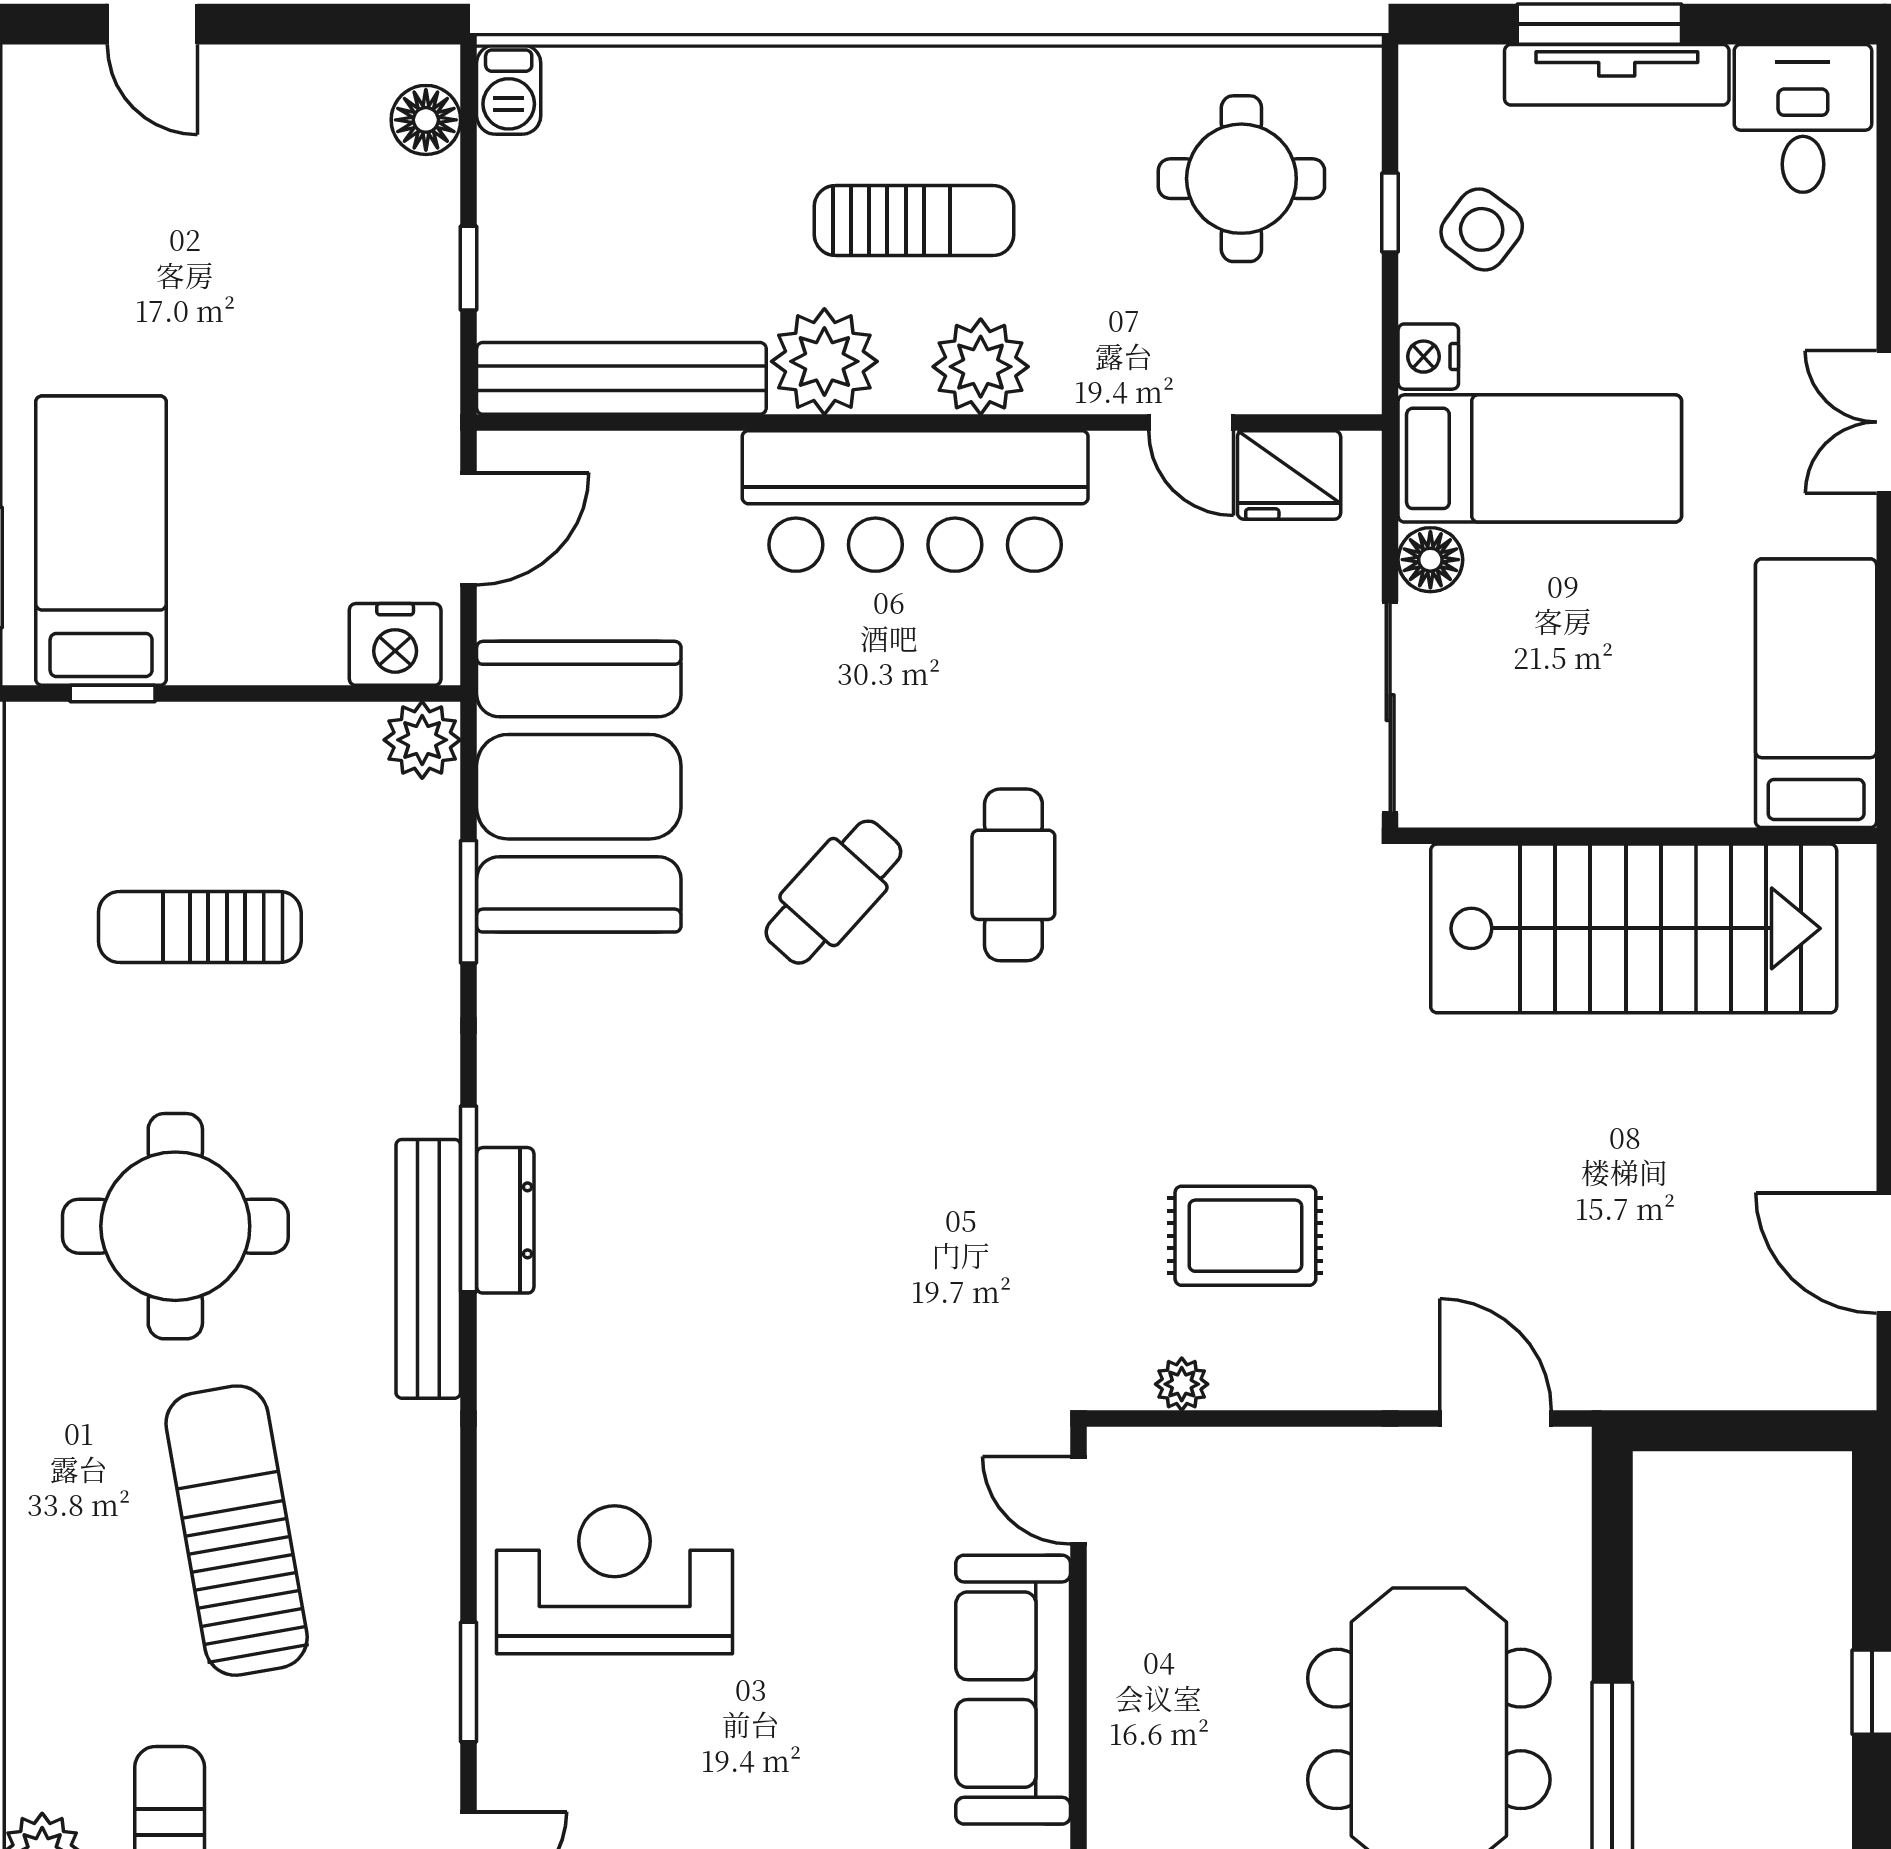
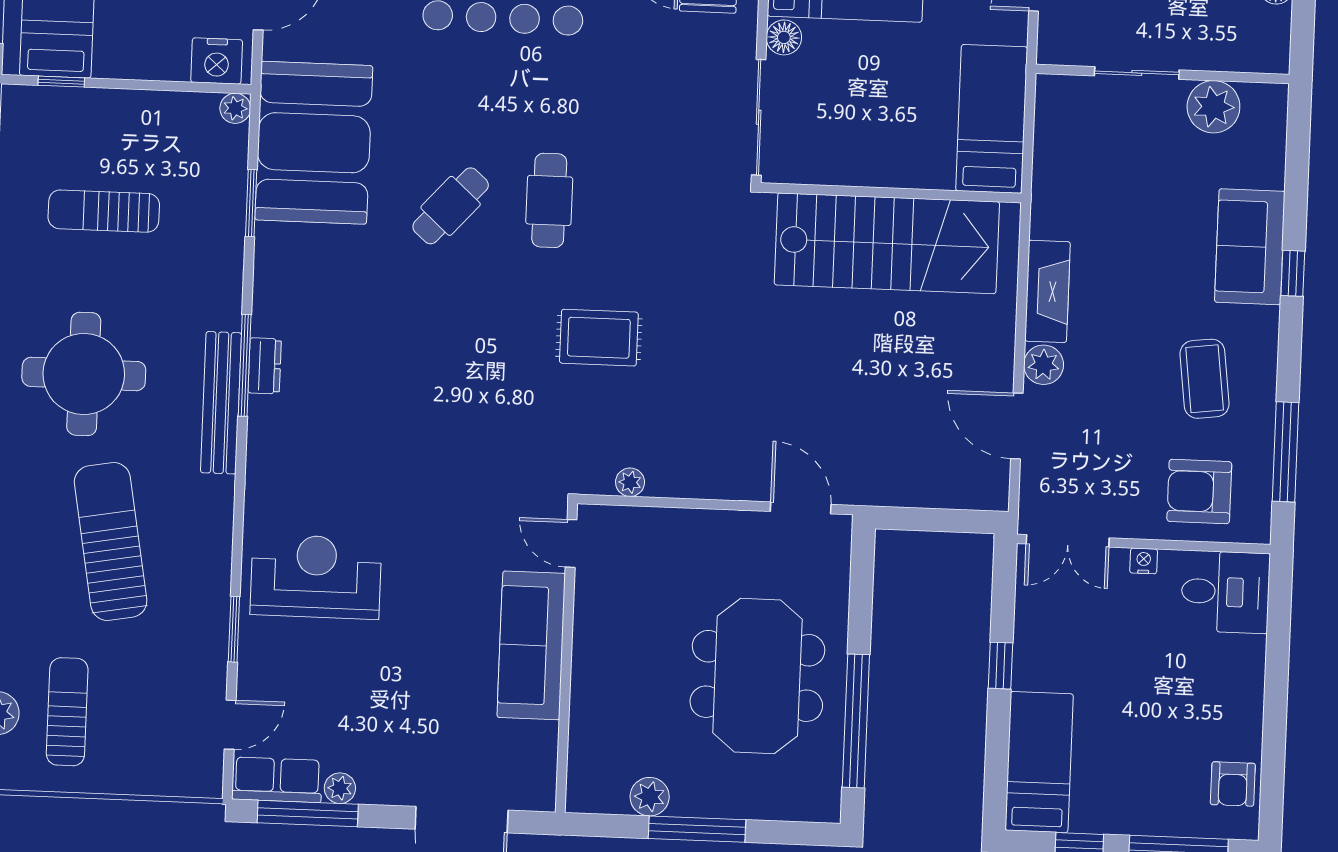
plant: (422, 740) -> (235, 108), width x0.73, depth x0.73
dresser: (505, 1220) -> (265, 366), width x0.70
rug: (1245, 1236) -> (599, 338), moved

